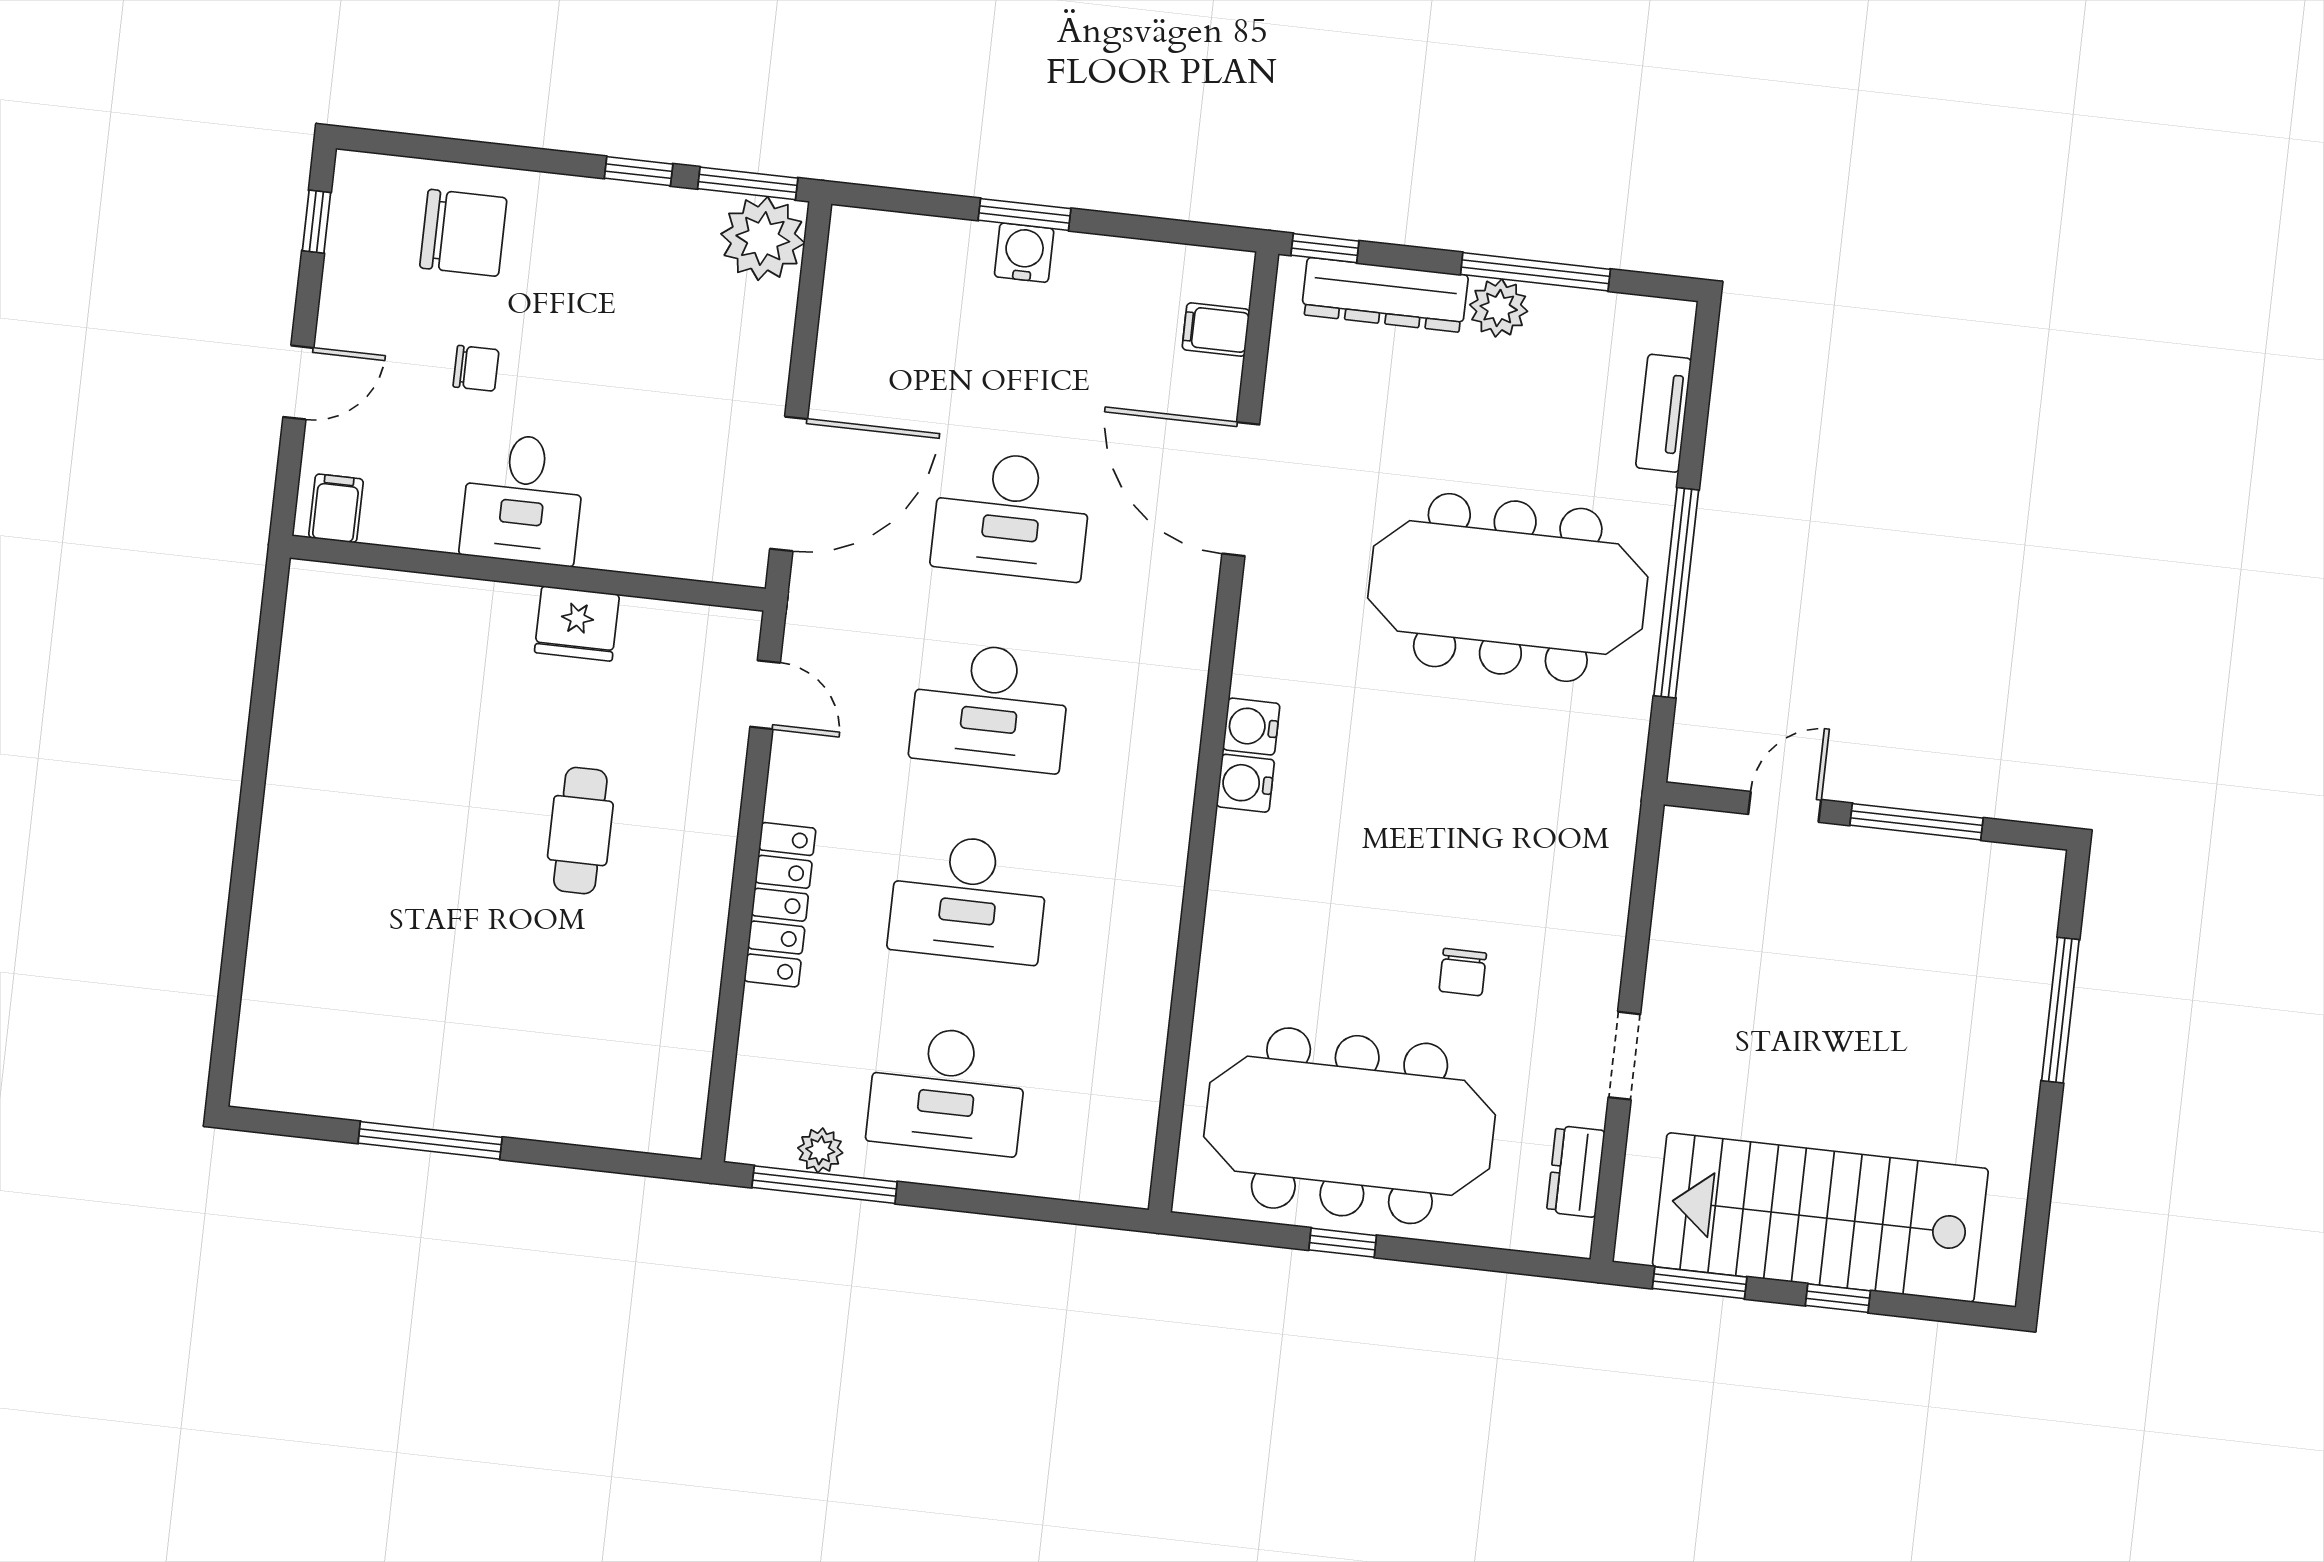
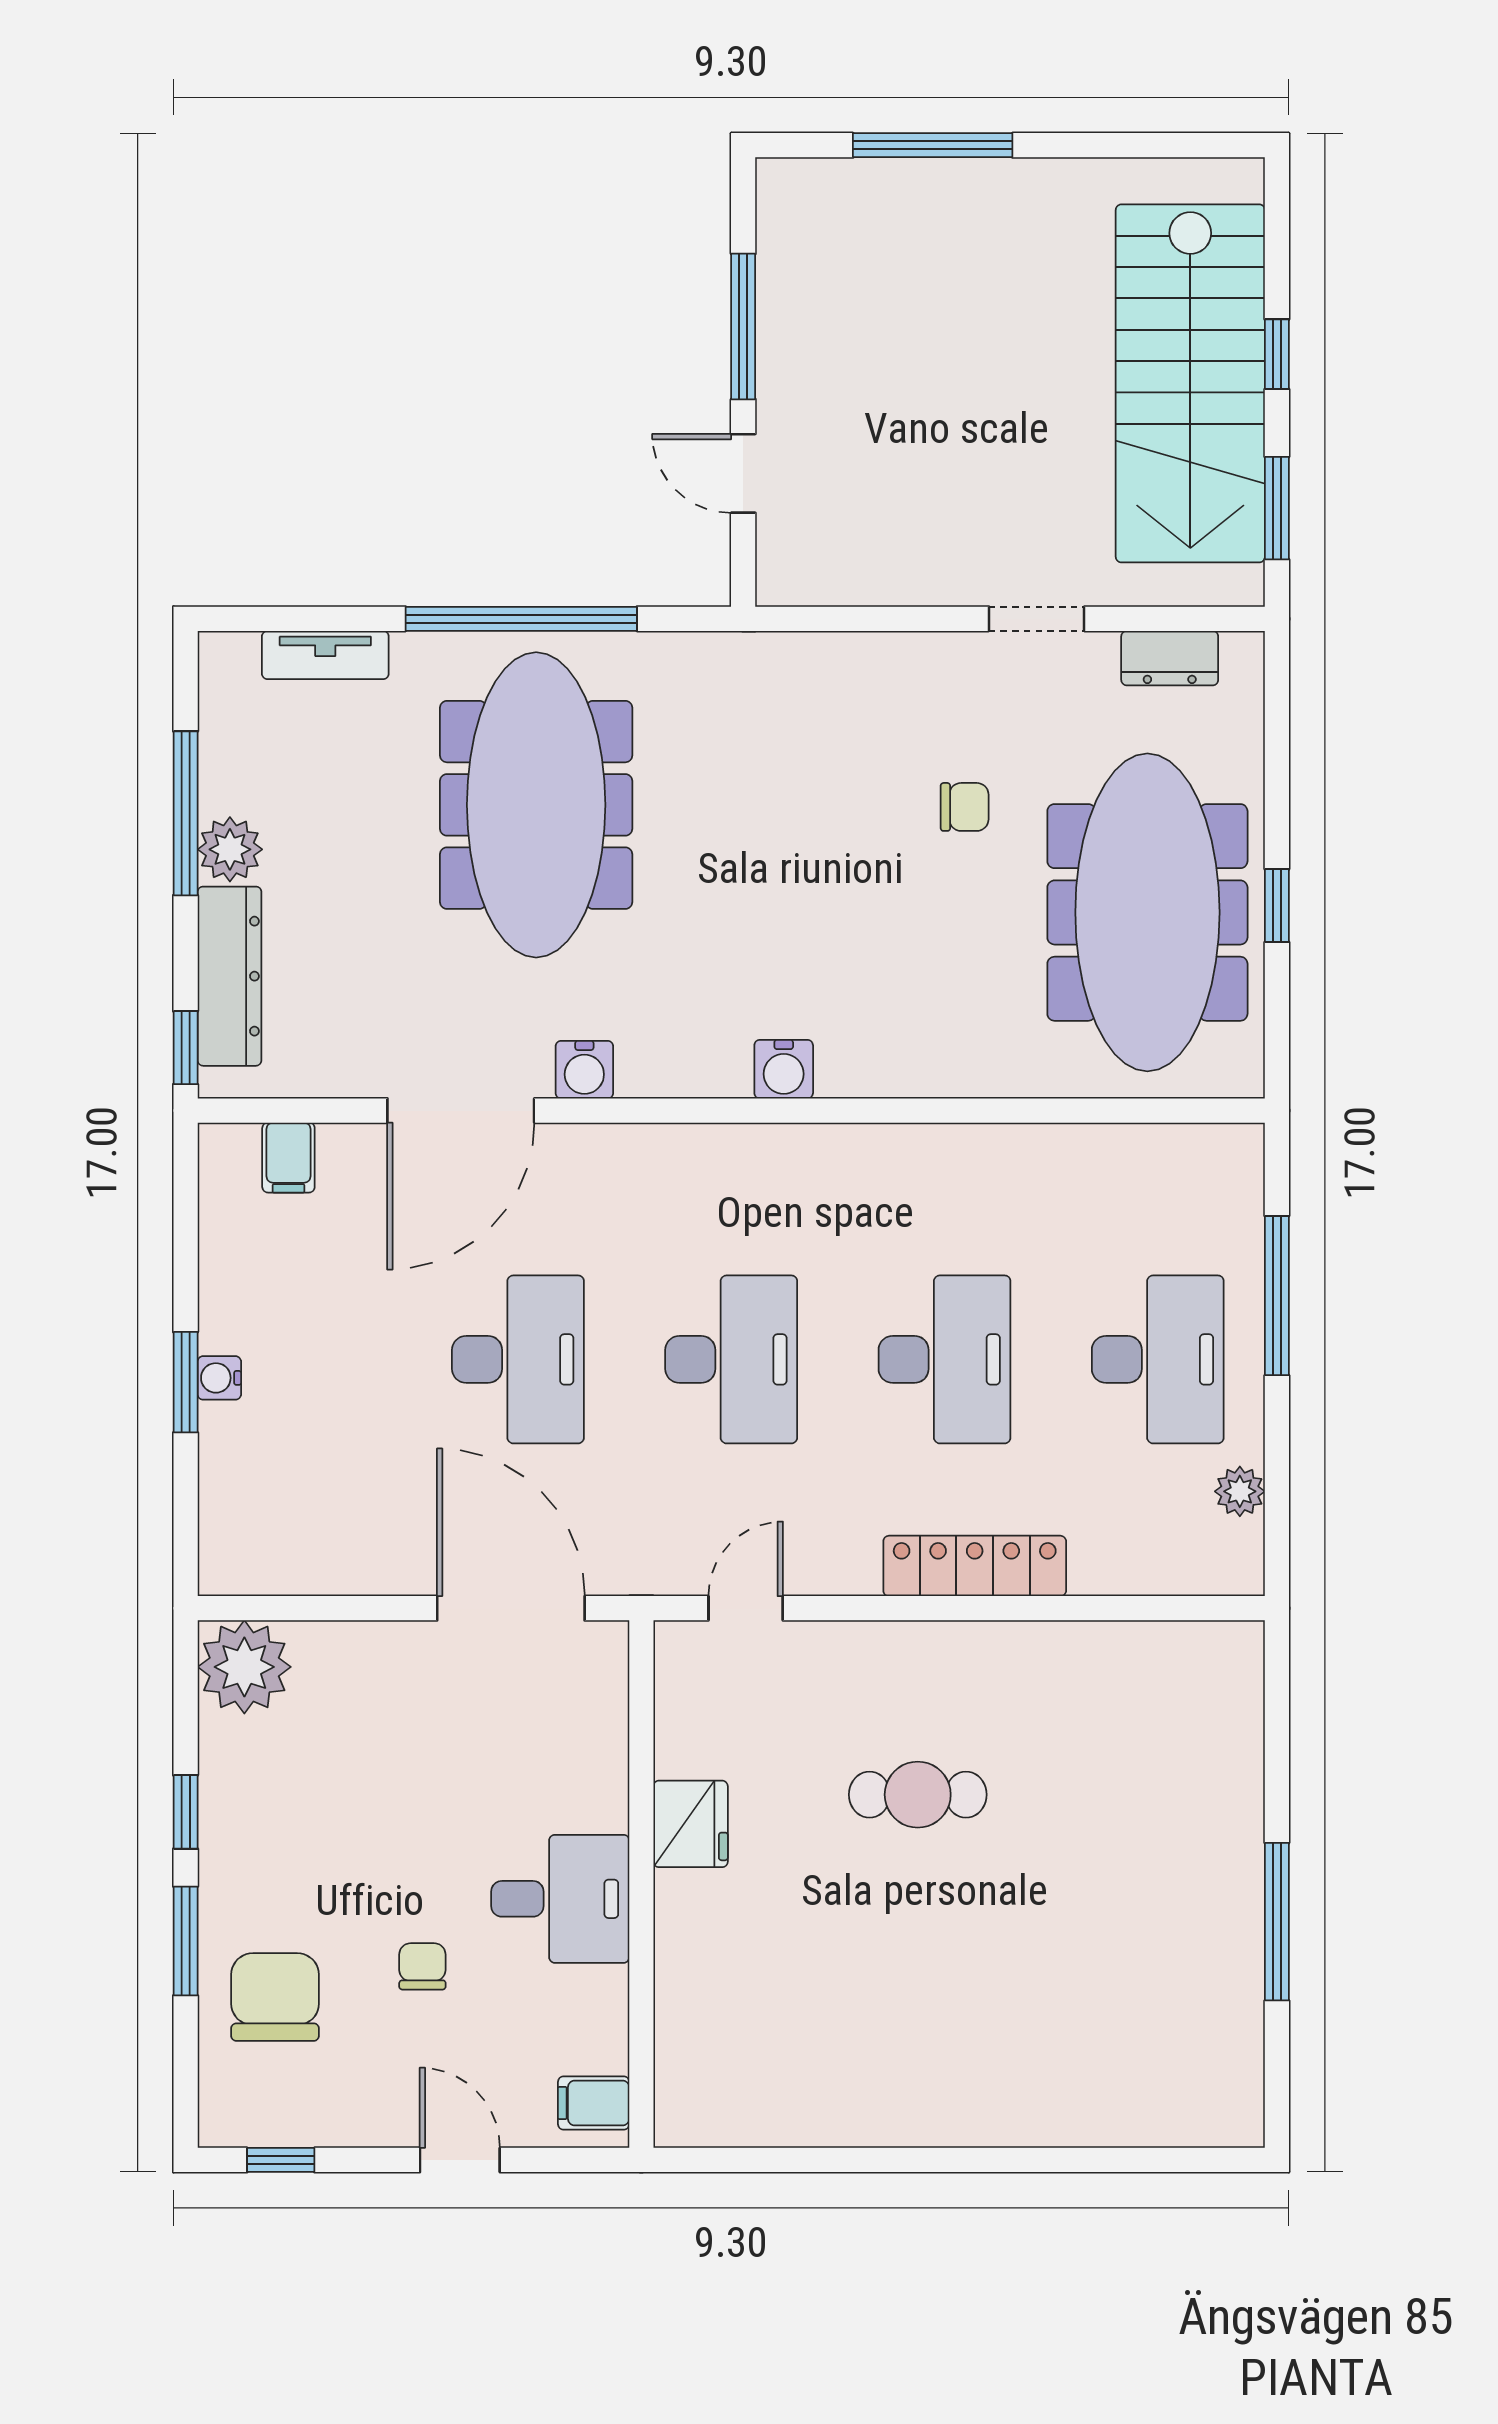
window: (748, 183) -> (186, 1941), moved
water cooler: (1024, 253) -> (219, 1378), width x0.72, depth x0.72
water cooler: (1251, 727) -> (584, 1070), moved
window: (825, 1185) -> (1277, 1296), moved

